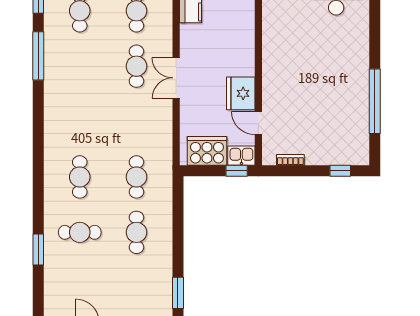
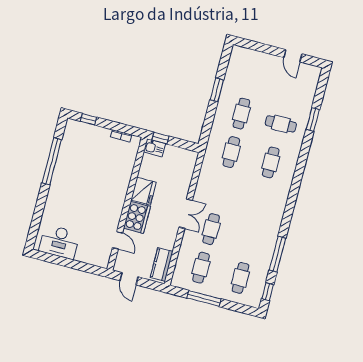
door: (258, 123) -> (118, 240), moved
cooker: (207, 151) -> (137, 217), moved, turned -90
window: (178, 293) -> (217, 90), moved

